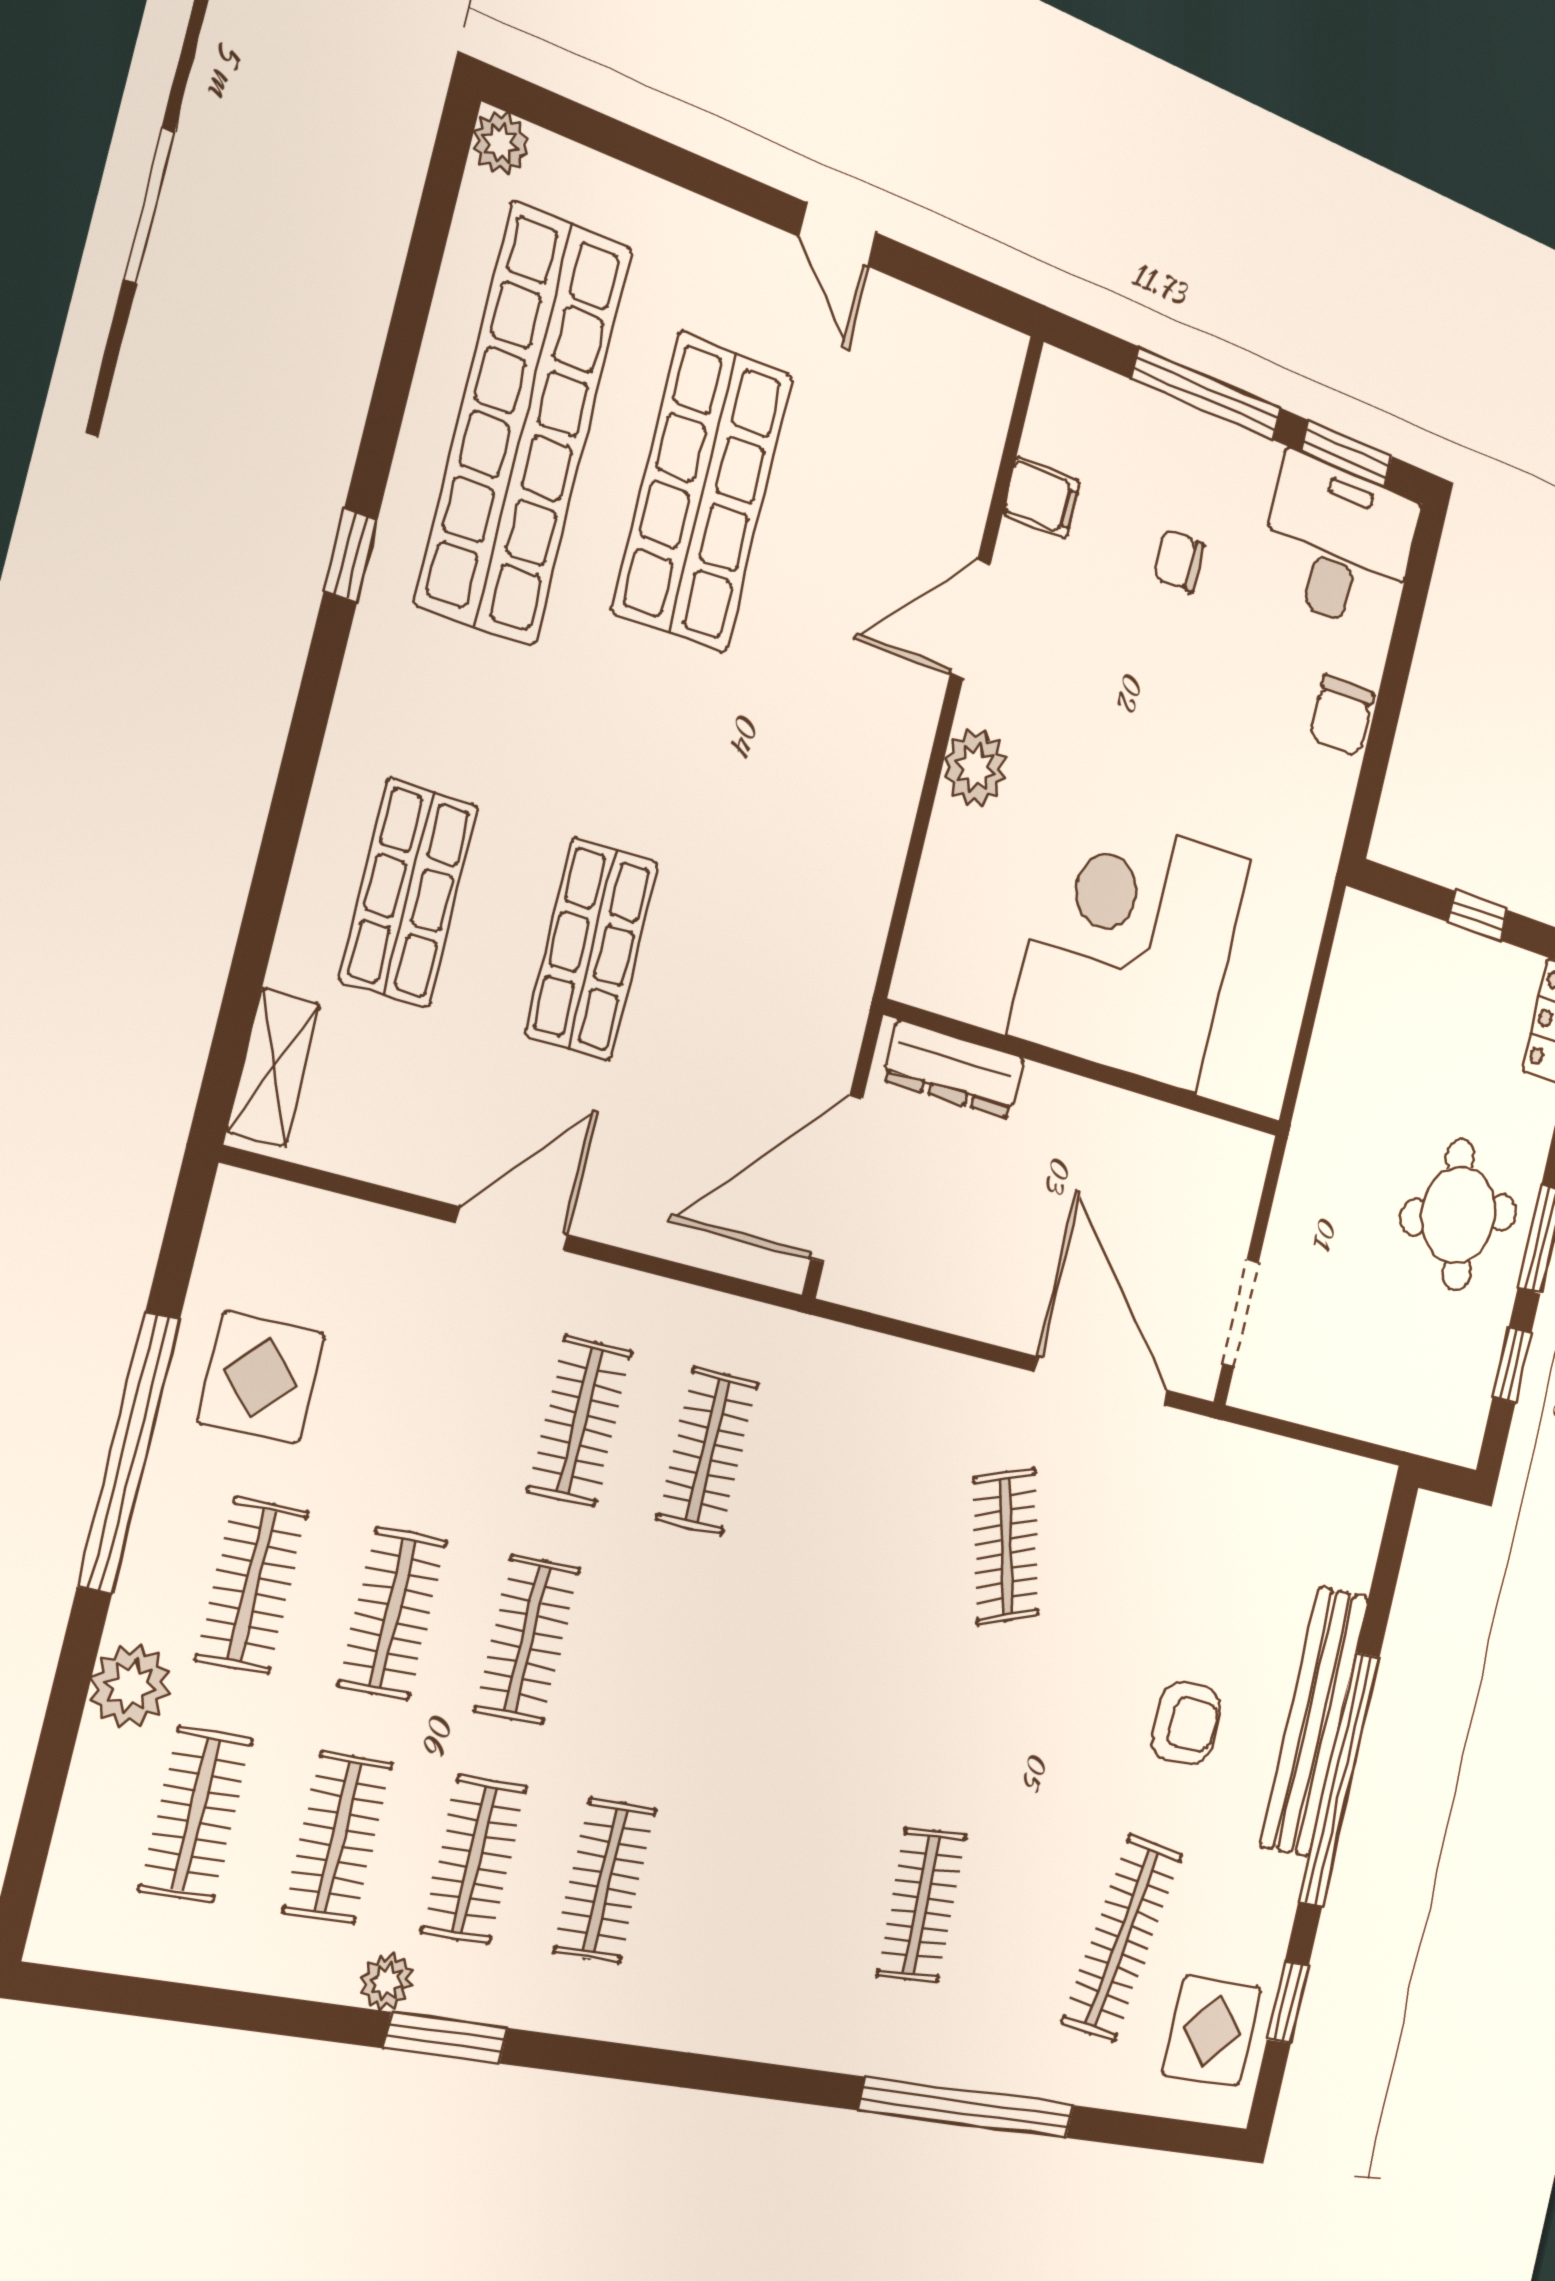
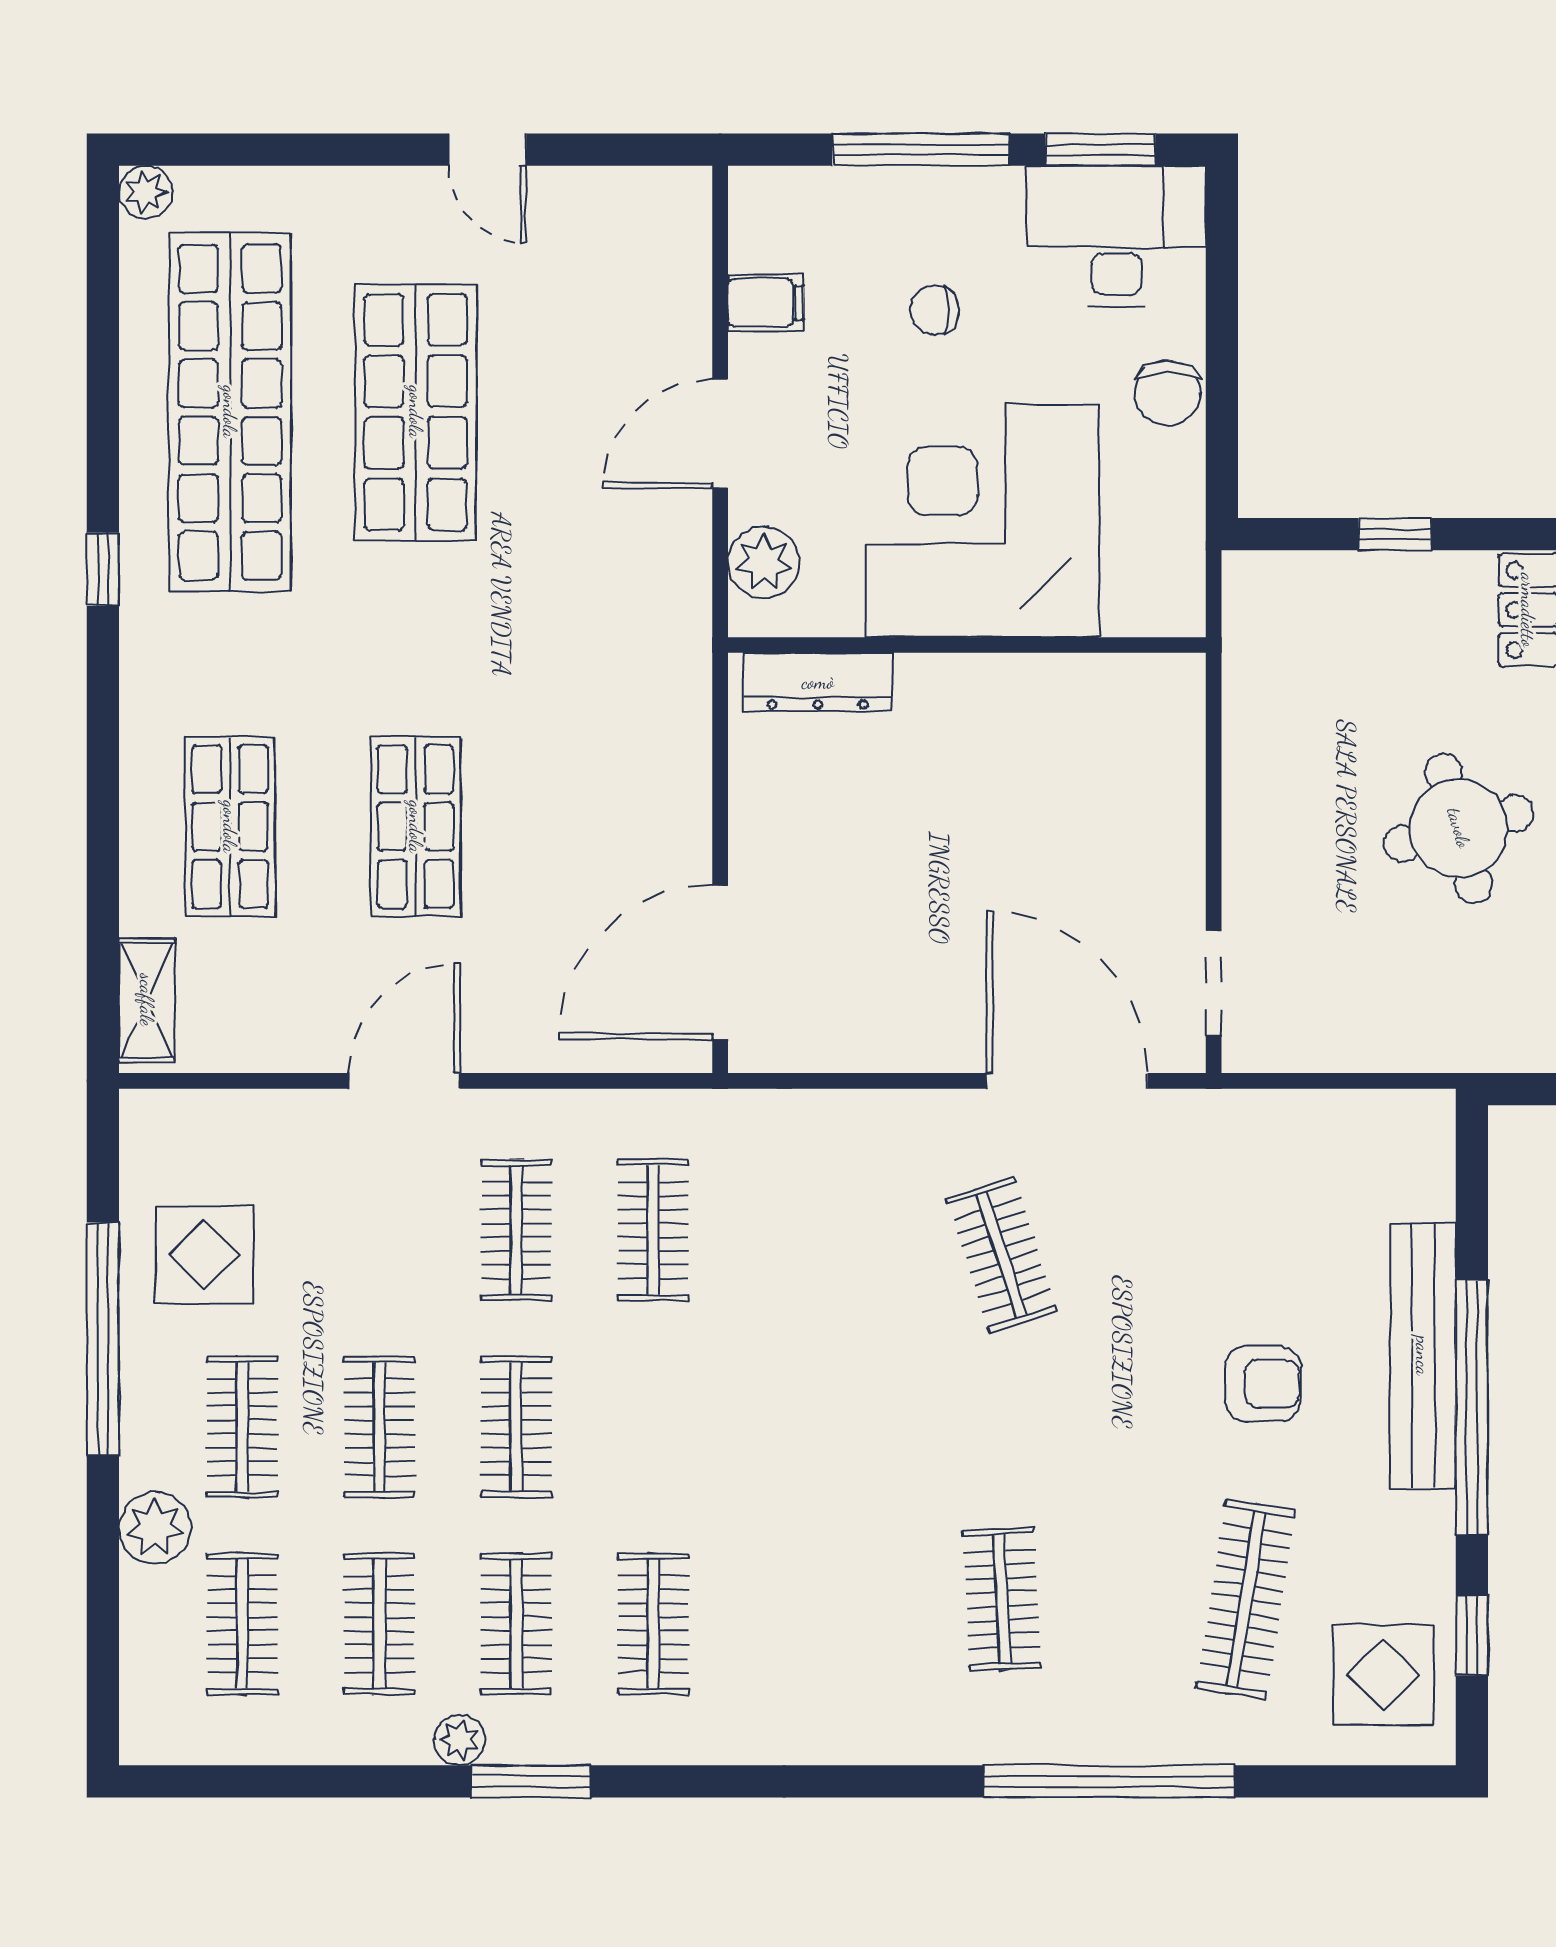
corner desk: (1130, 946) -> (982, 521), moved
dresser: (954, 1069) -> (818, 682), moved
wall: (1088, 1069) -> (967, 645), moved

